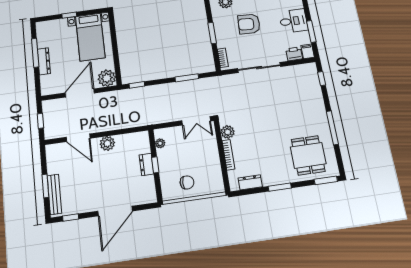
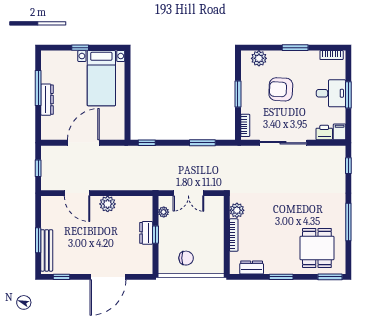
window: (311, 31) -> (348, 95), moved
plant: (107, 78) -> (115, 130), removed
double door: (196, 121) -> (188, 193), moved

